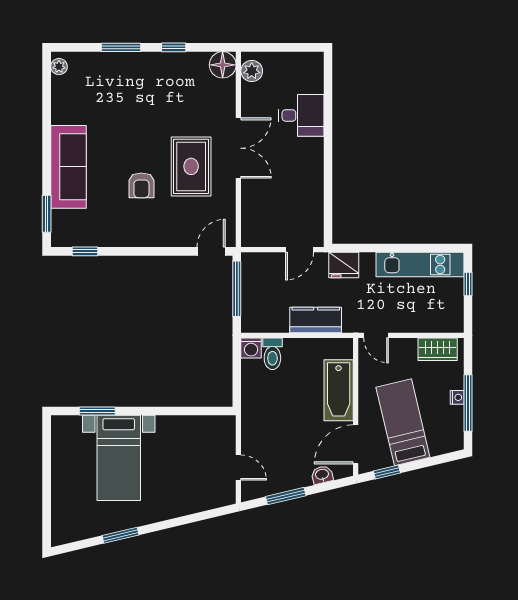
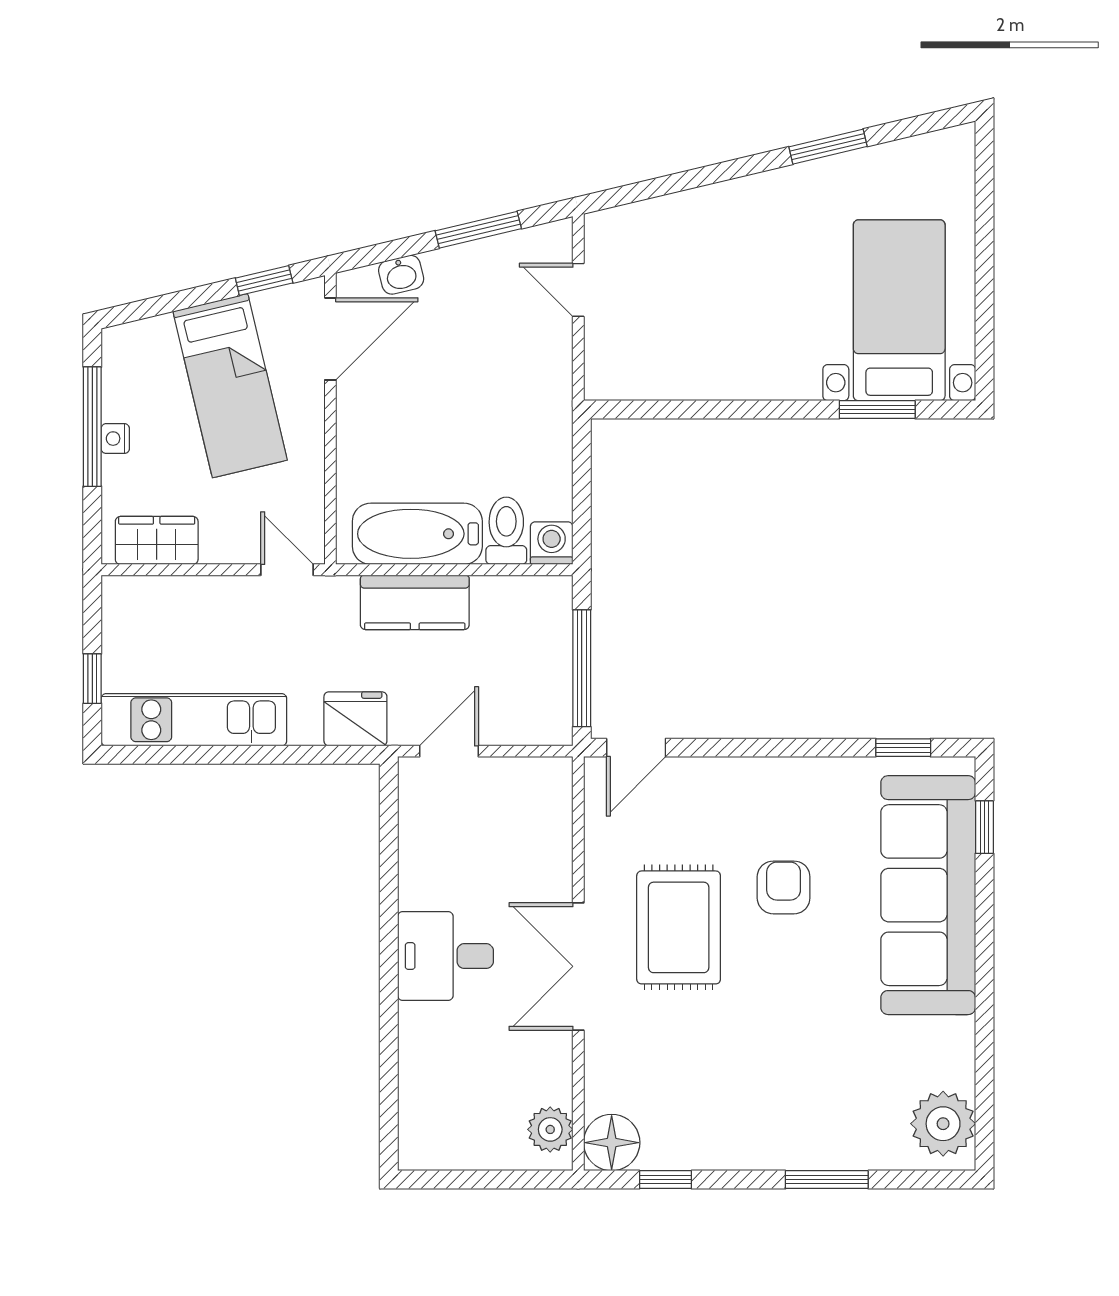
window: (174, 47) -> (665, 1180), moved
plant: (59, 67) -> (943, 1124), width x1.88, depth x1.88
desk: (301, 115) -> (446, 956), moved
sofa: (68, 167) -> (928, 895), width x1.36, depth x1.27
window: (47, 214) -> (984, 827), width x0.67
bathtub: (339, 390) -> (417, 534), moved, turned -90
bed with nightstands: (119, 458) -> (899, 310), moved

